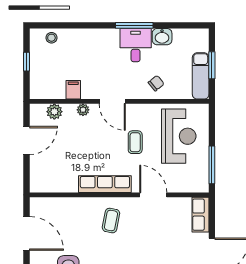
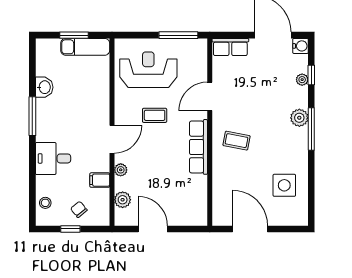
desk: (136, 45) -> (53, 158), moved
chair: (156, 83) -> (79, 209), moved
door: (27, 233) -> (250, 229), hinge flipped

